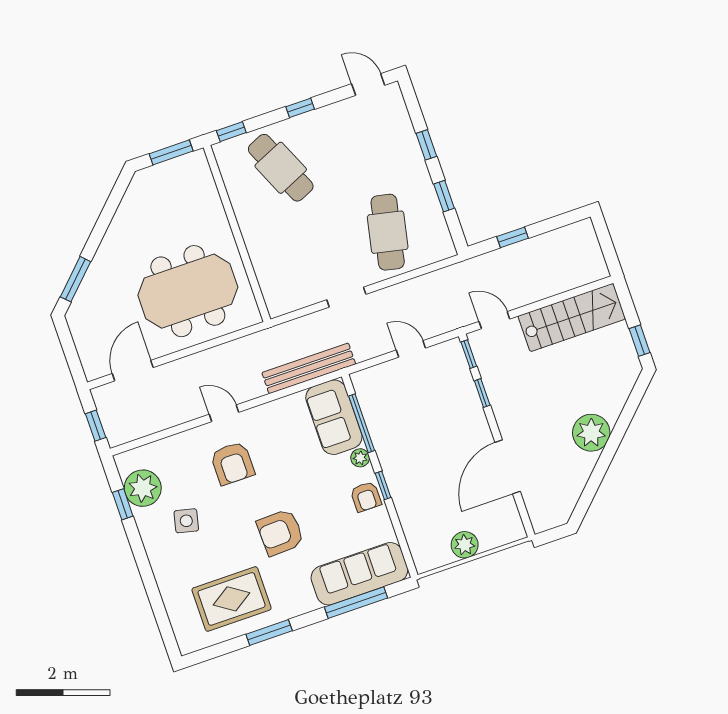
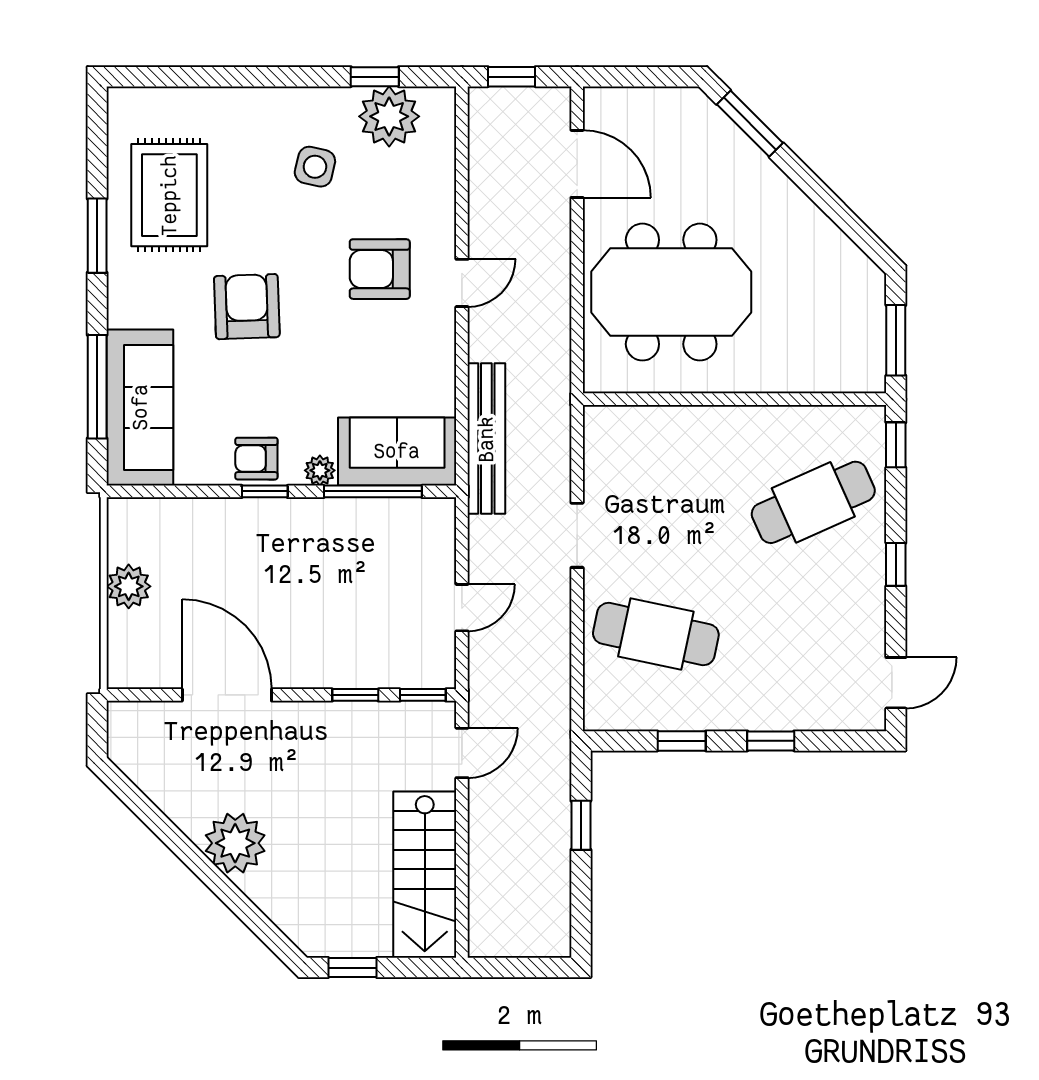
meeting table: (188, 291) -> (671, 292), turned 90

